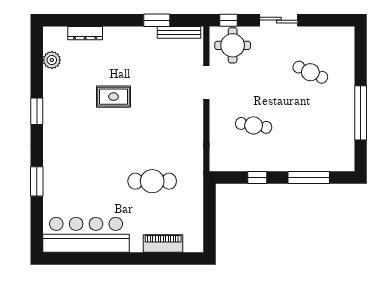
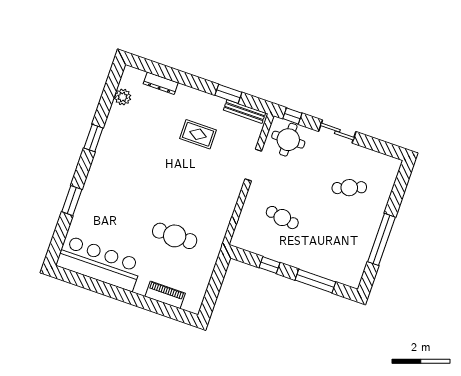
cafe table: (310, 72) -> (349, 188), turned -45
rug: (114, 97) -> (198, 134), moved

